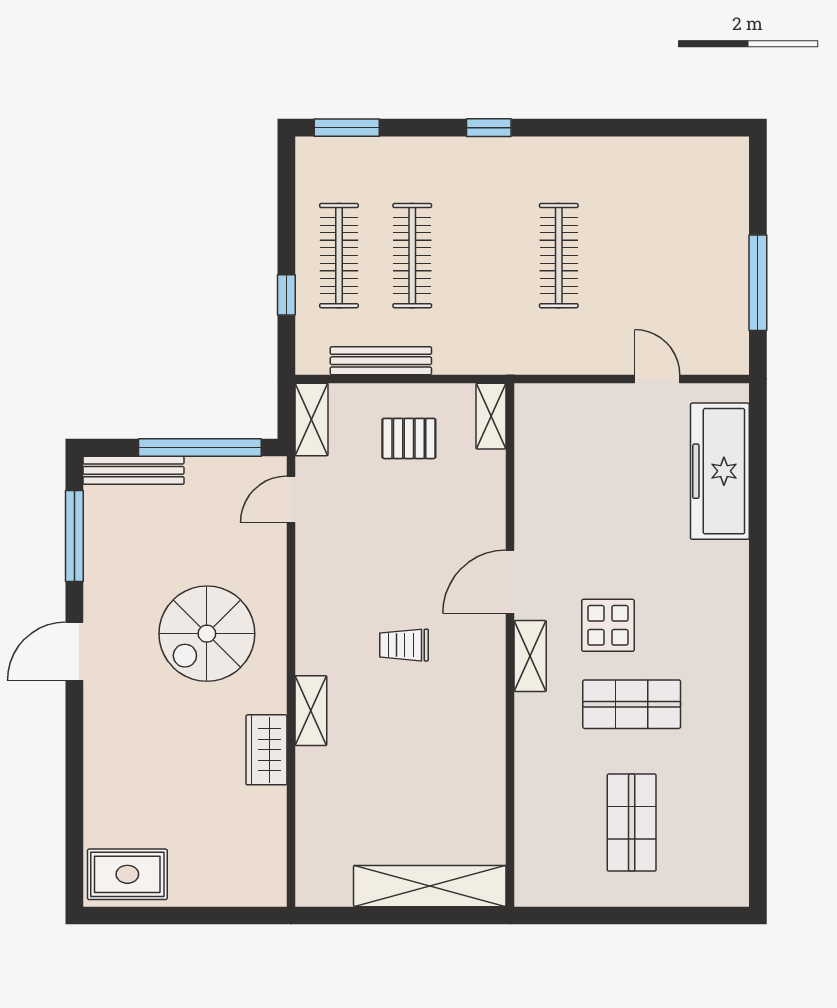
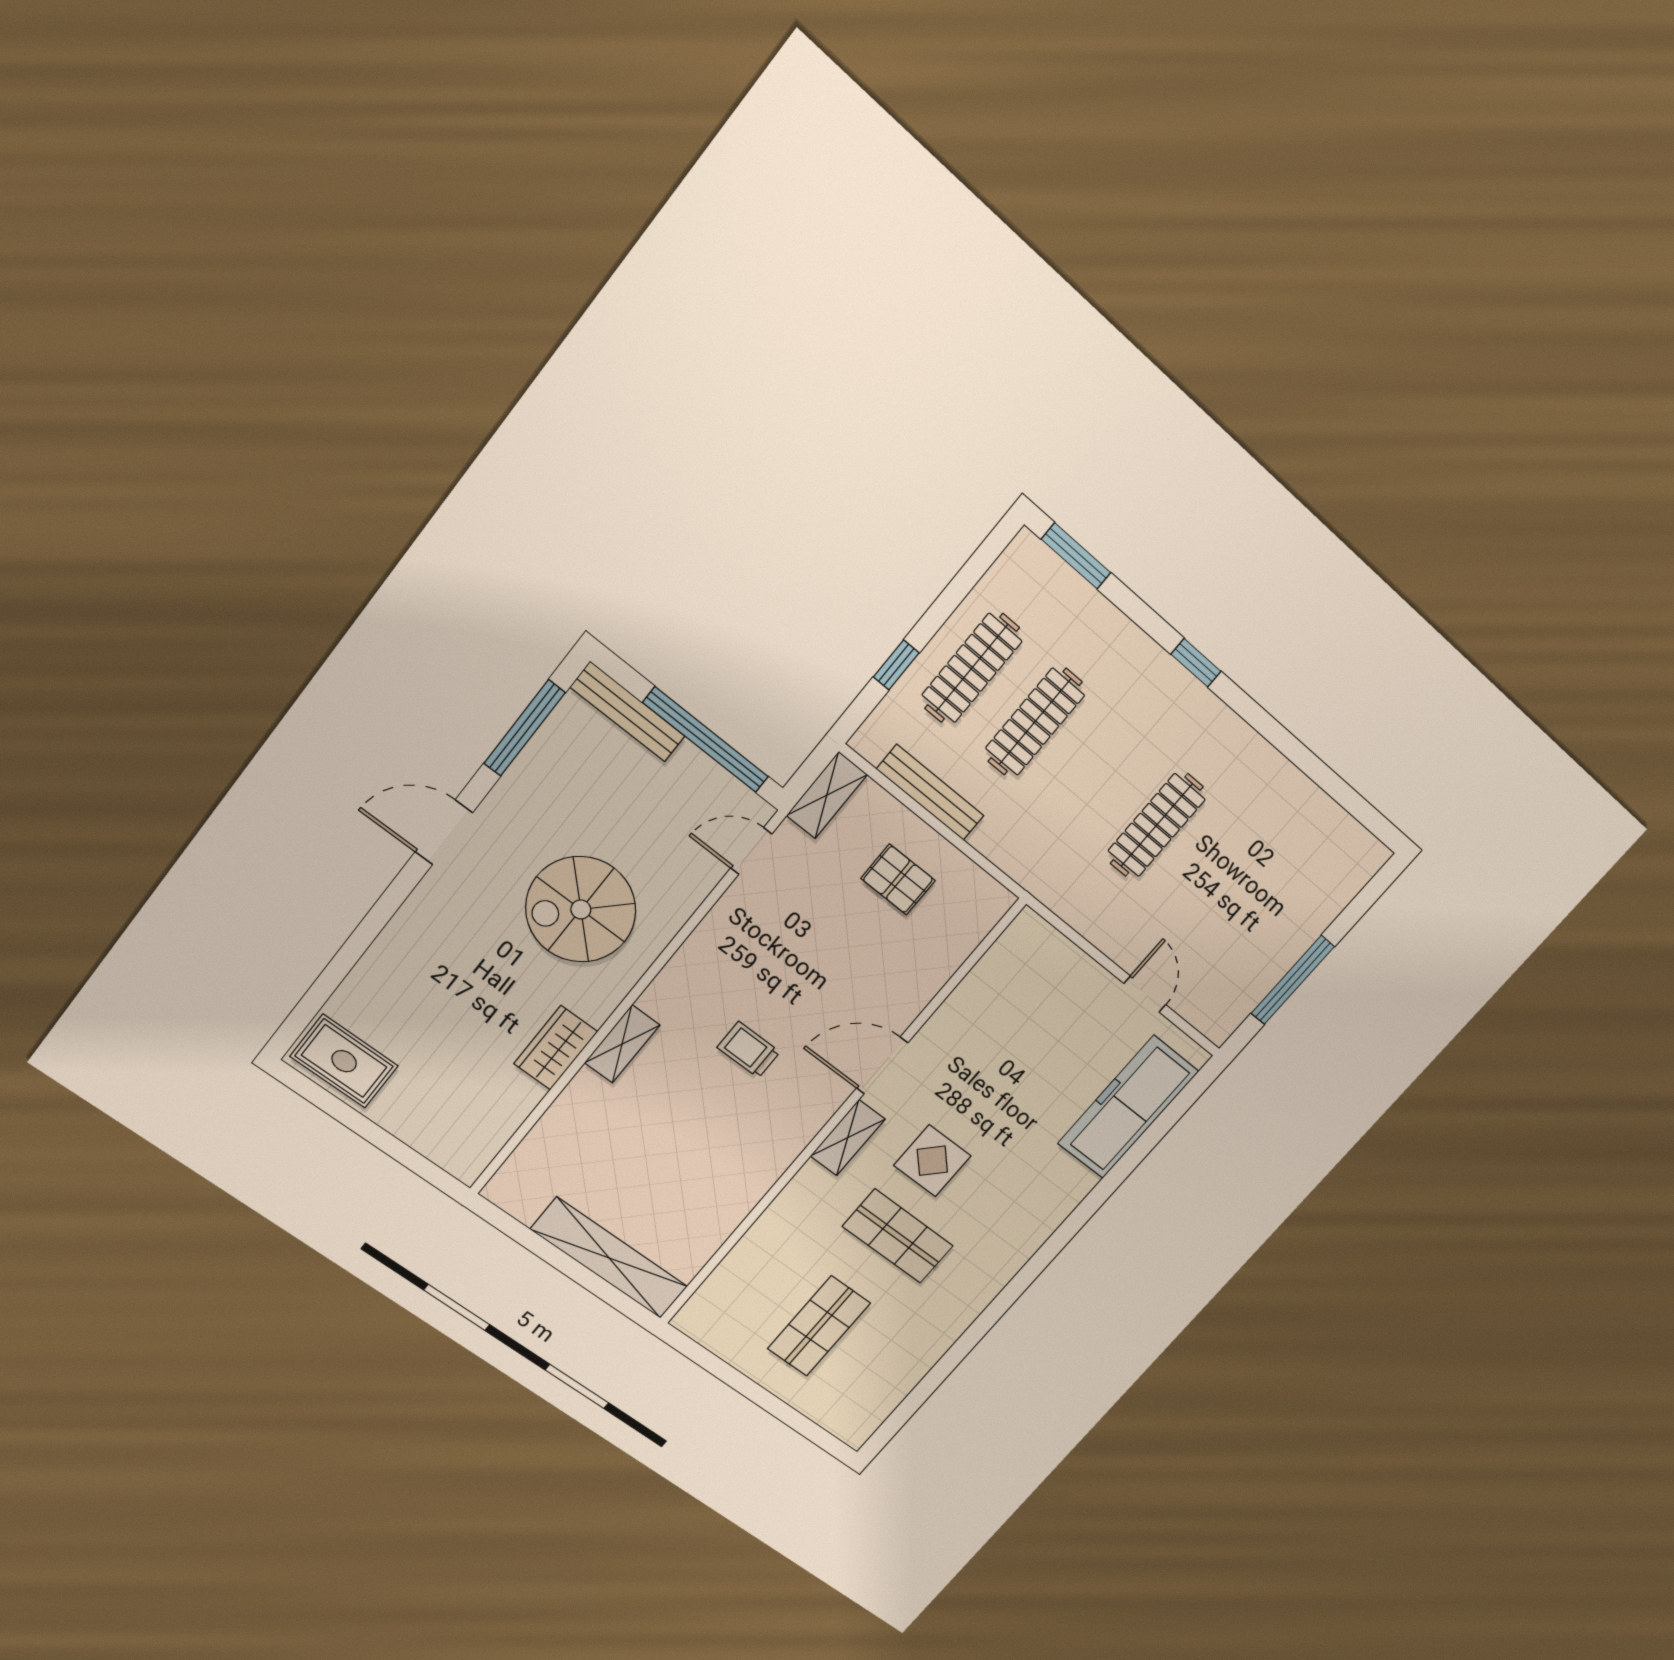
shelving: (491, 416) -> (983, 916), removed

